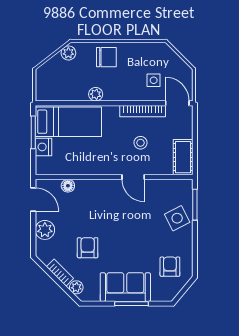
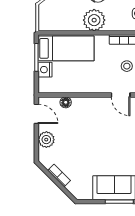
plant: (96, 94) -> (94, 20), width x1.88, depth x1.88
armchair: (88, 248) -> (82, 155), removed
plant: (76, 287) -> (73, 188), removed

